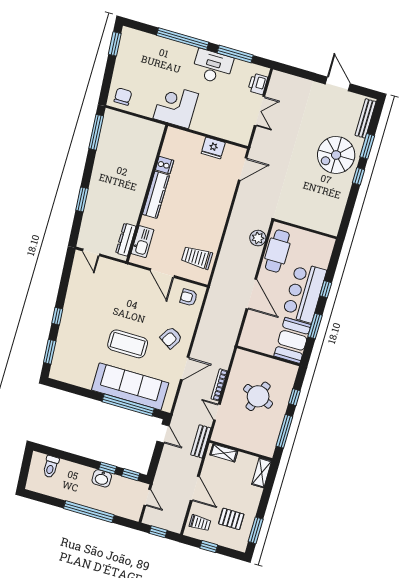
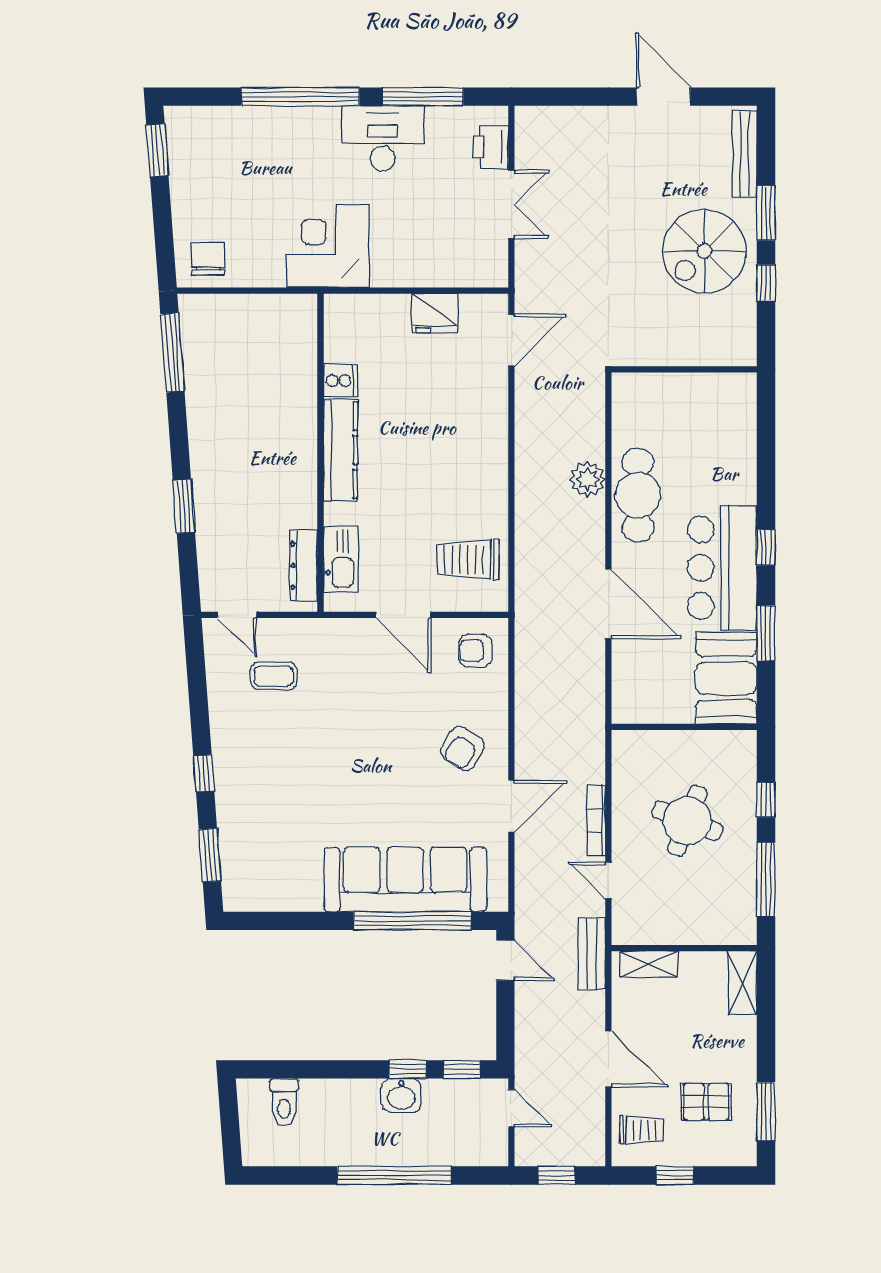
wall: (305, 229) -> (684, 369), moved
coffee table: (128, 344) -> (274, 676), moved, width x0.54, depth x0.58

